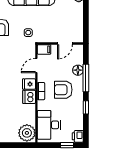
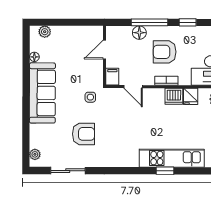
door: (65, 43) -> (104, 50), swing flipped
fridge: (29, 84) -> (191, 96), moved
armchair: (63, 90) -> (165, 52), turned 90

